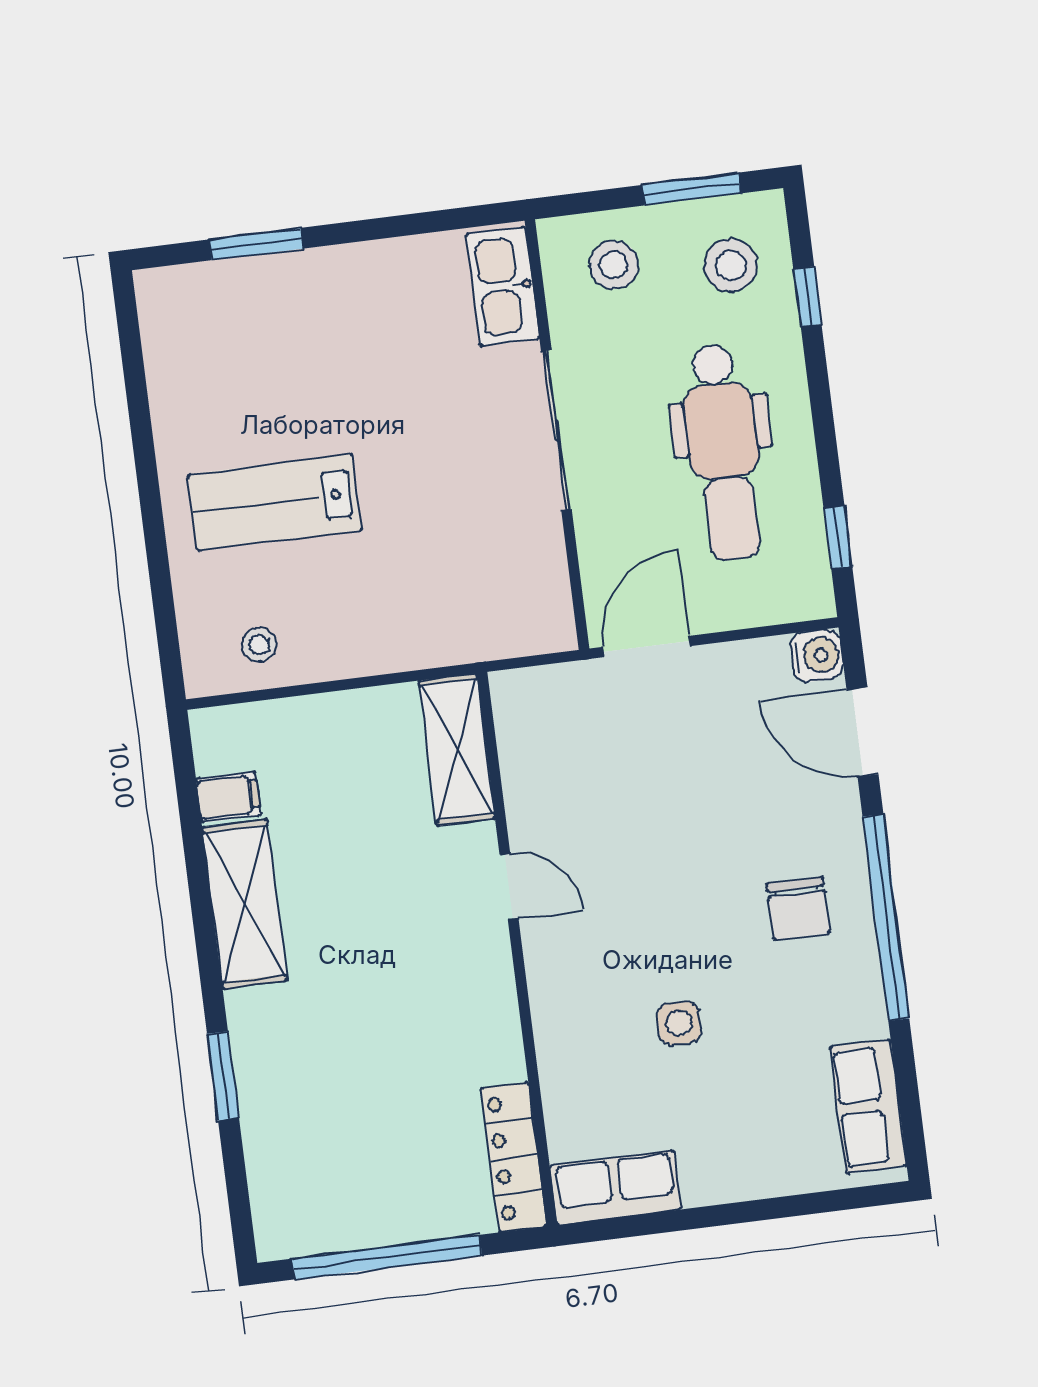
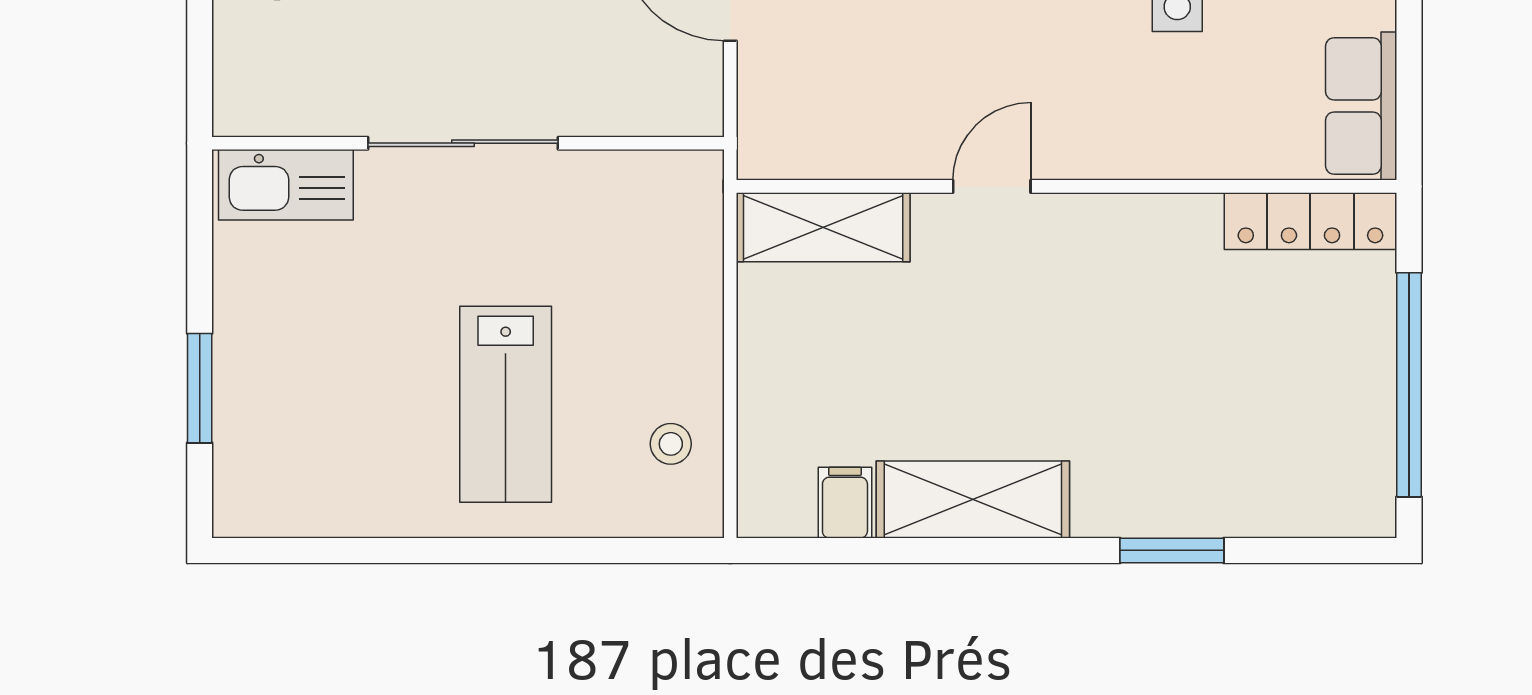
kitchen sink: (503, 286) -> (286, 185), moved
sliding door: (556, 430) -> (463, 143), moved
wall: (557, 435) -> (468, 143), moved

